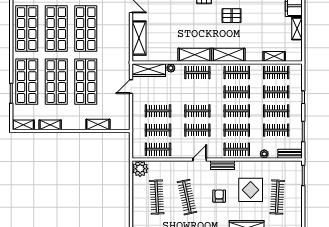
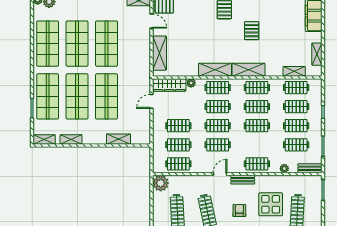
pallet: (232, 16) -> (252, 31), turned 90
shelving: (297, 29) -> (317, 54), moved
clothes rail: (237, 130) -> (218, 107), moved

